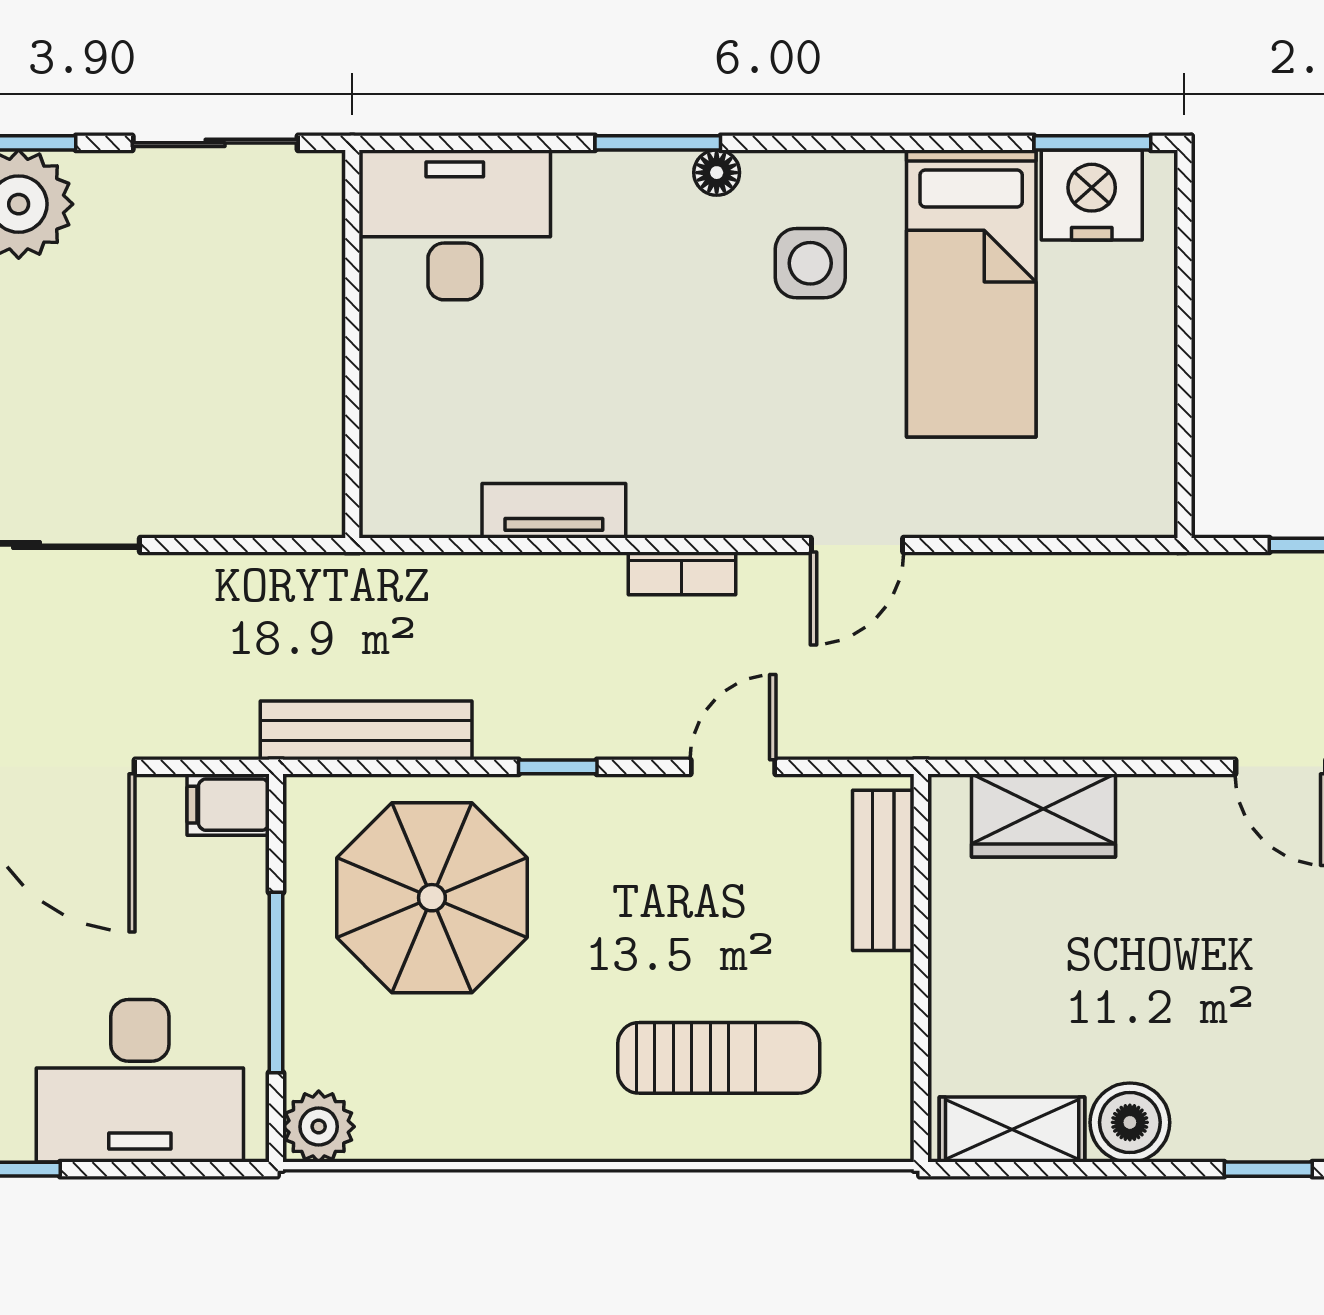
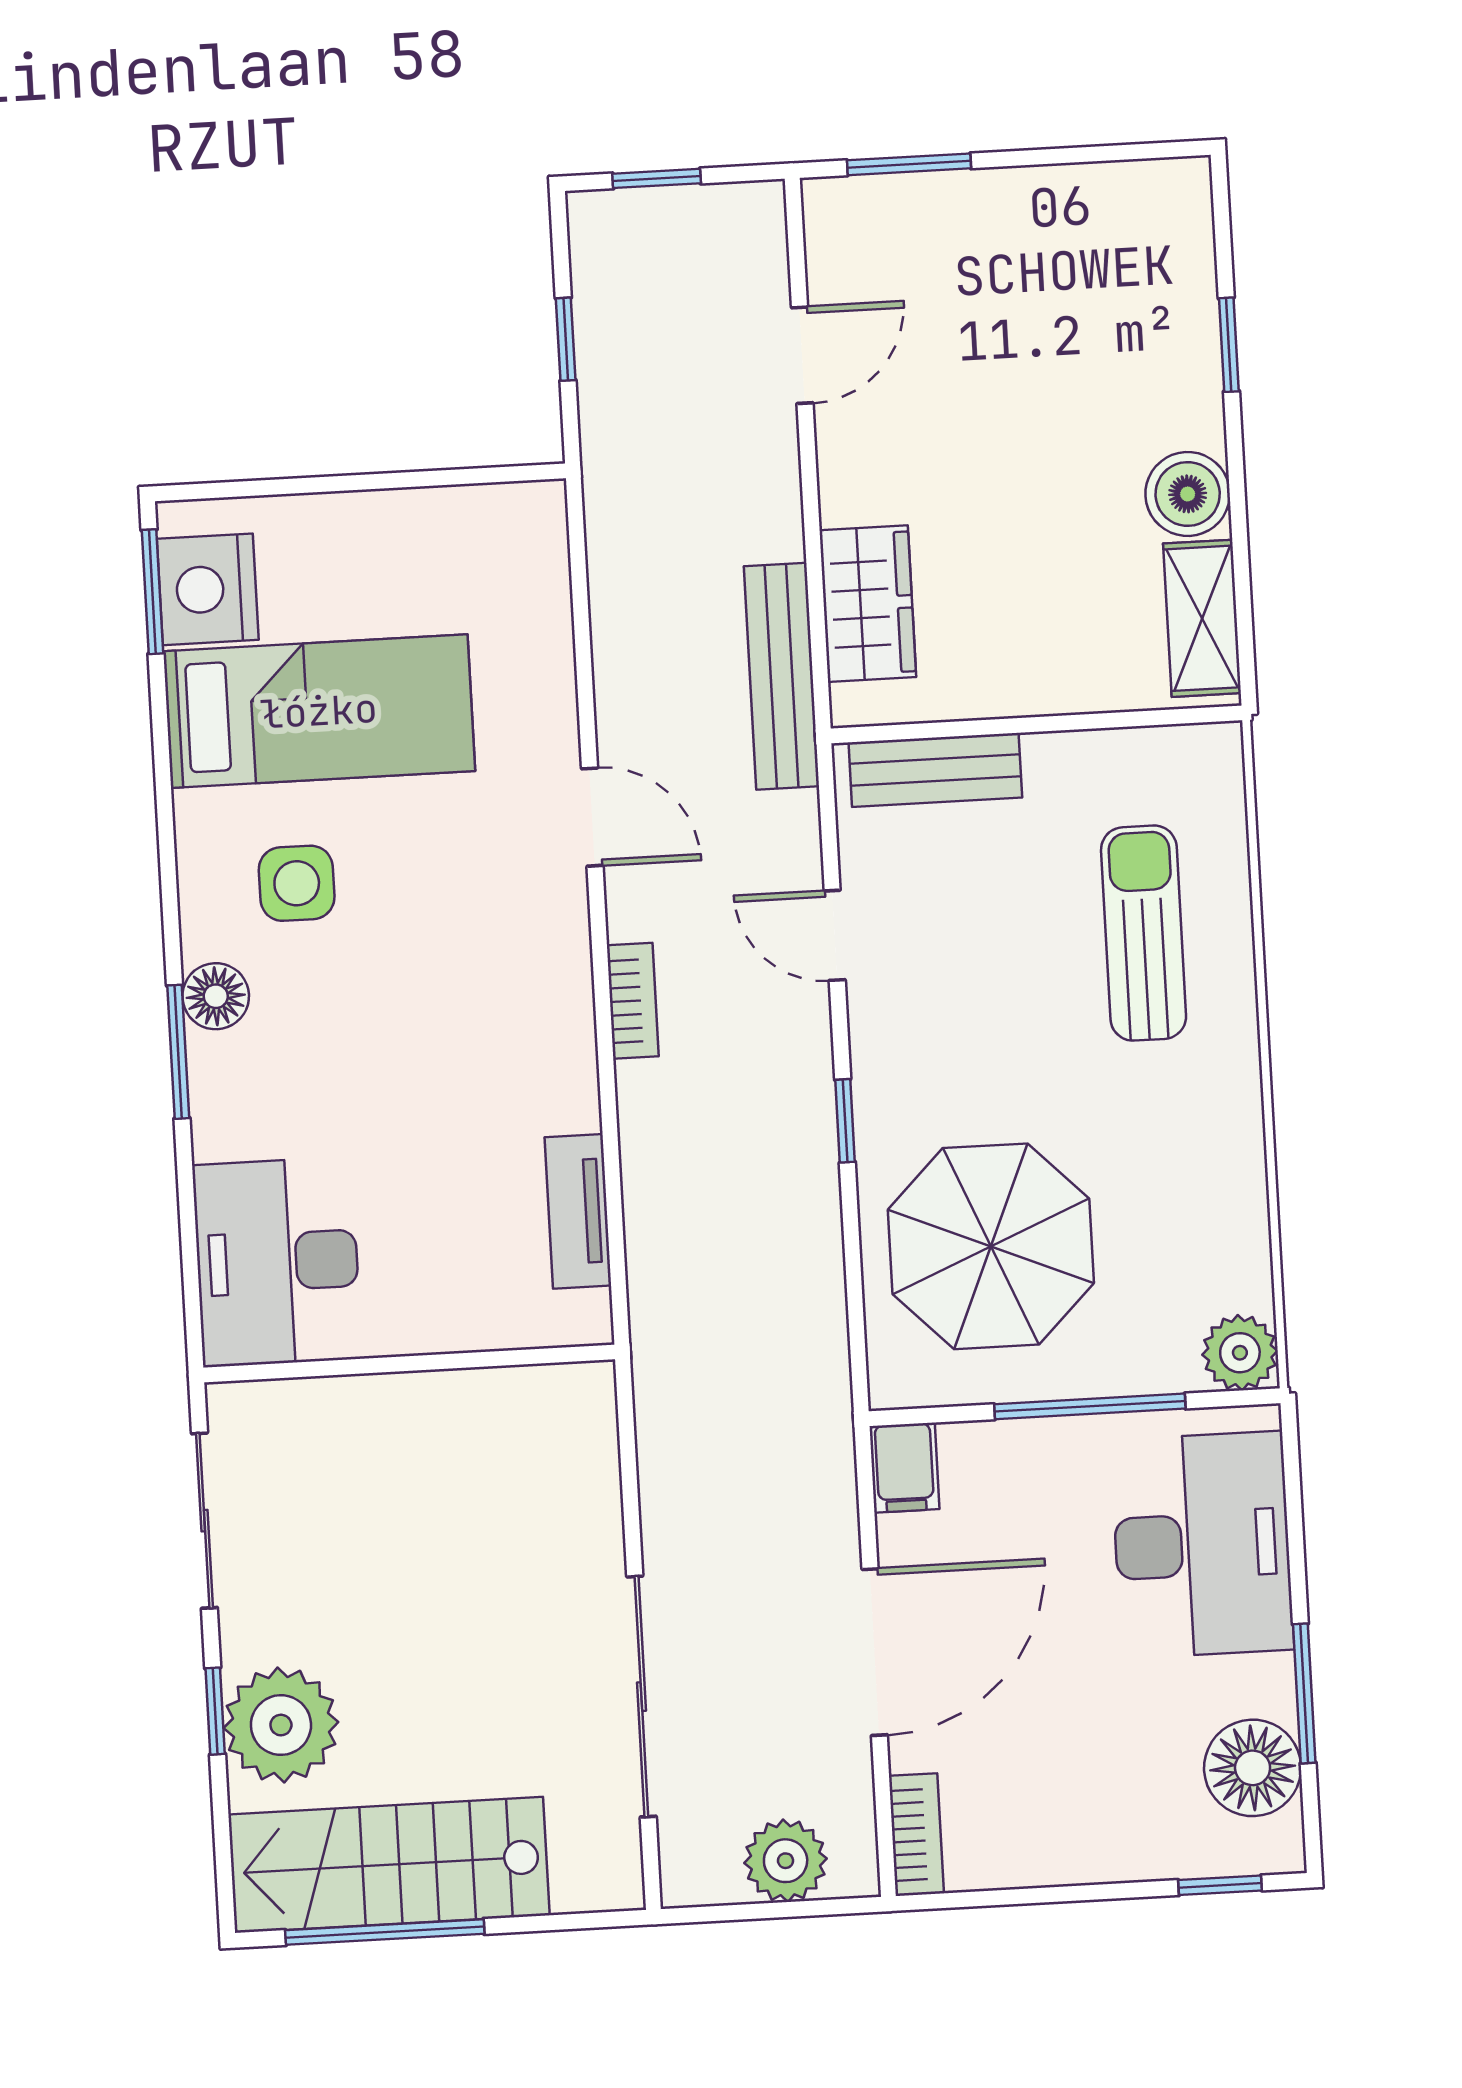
floor lamp: (717, 173) -> (216, 996), width x1.37, depth x1.37
tv unit: (554, 511) -> (578, 1211), moved
bench: (366, 730) -> (781, 676), moved

